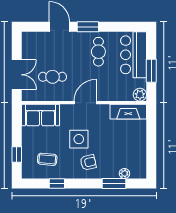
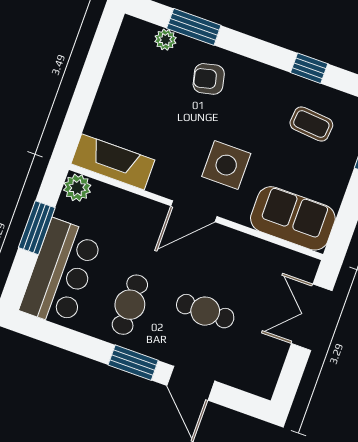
cafe table: (53, 77) -> (205, 311), moved
side table: (79, 139) -> (226, 165), moved
armchair: (88, 162) -> (209, 79), moved

